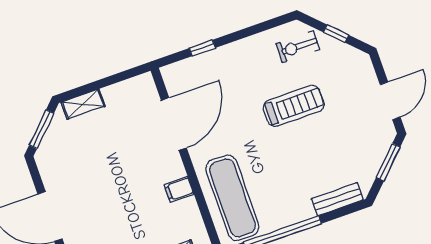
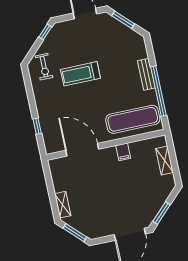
window: (336, 34) -> (45, 32), moved
treadmill: (294, 106) -> (80, 74), turned -90
bench: (337, 199) -> (146, 74), moved

